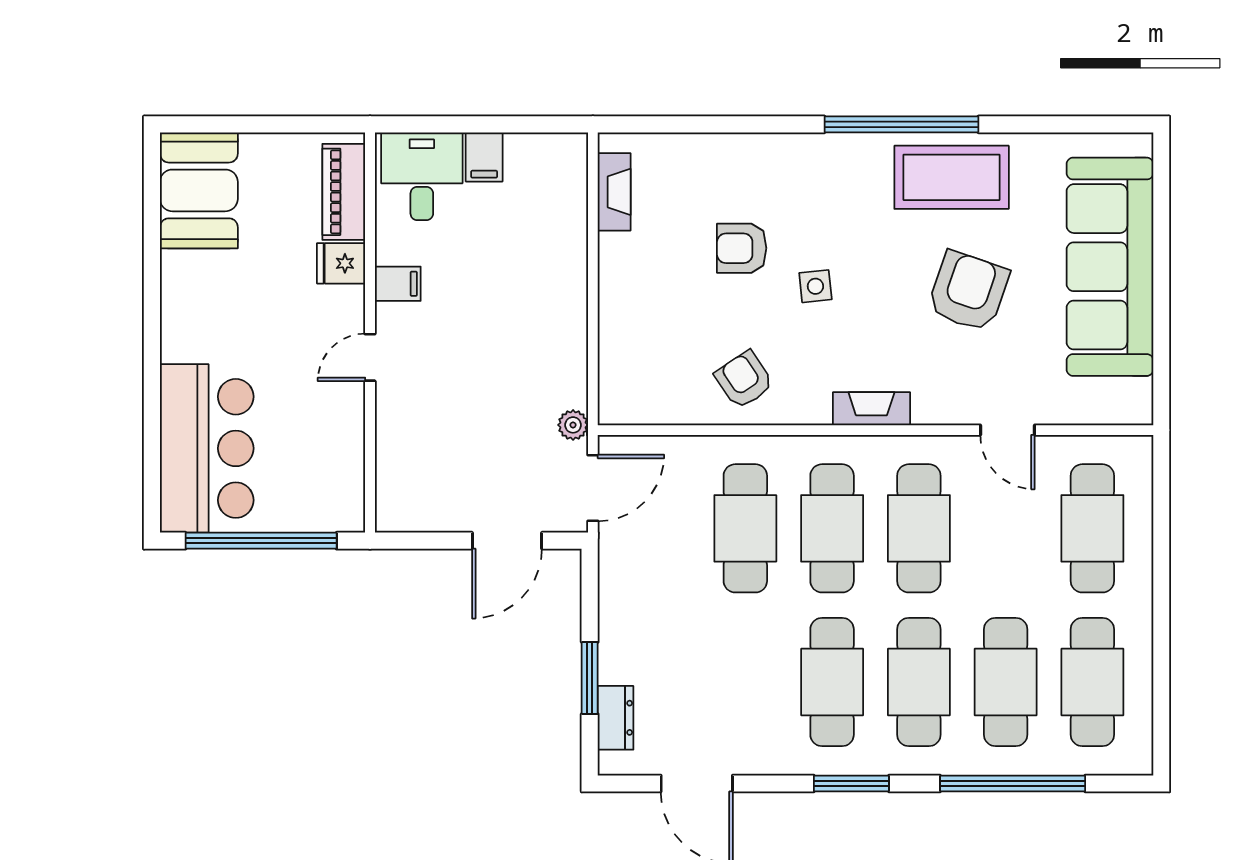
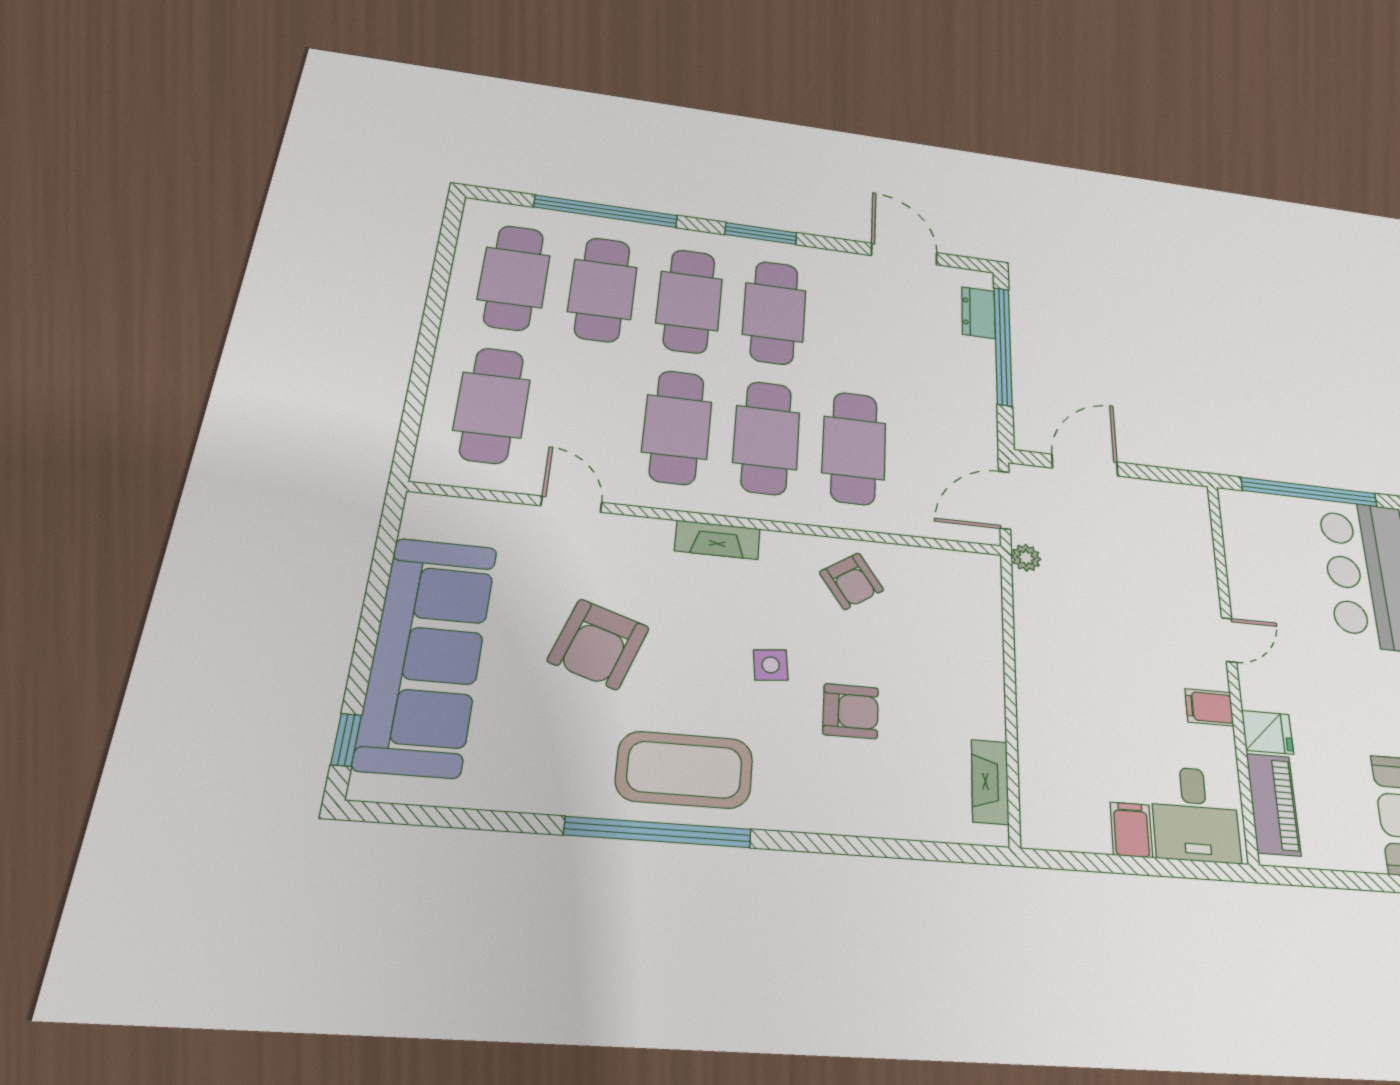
coffee table: (952, 177) -> (685, 770), moved
window: (1161, 184) -> (346, 740), added
window: (590, 678) -> (1003, 346), width x2.11

